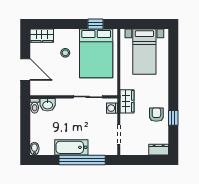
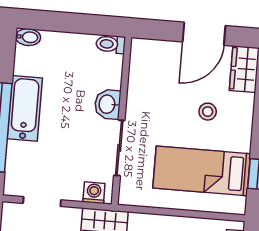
bed: (96, 53) -> (202, 171), width x0.67
door: (25, 70) -> (204, 34), moved
washbasin: (48, 105) -> (108, 104), moved

